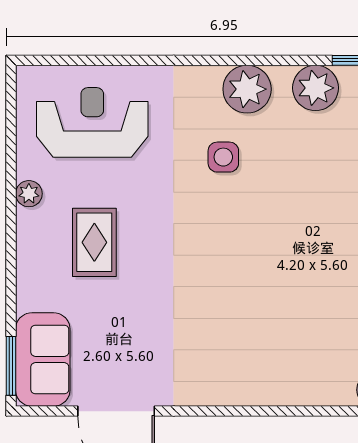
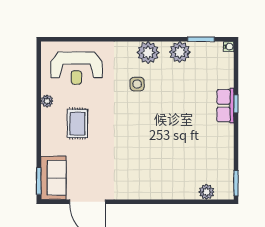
reception desk: (92, 122) -> (76, 68), turned 180

